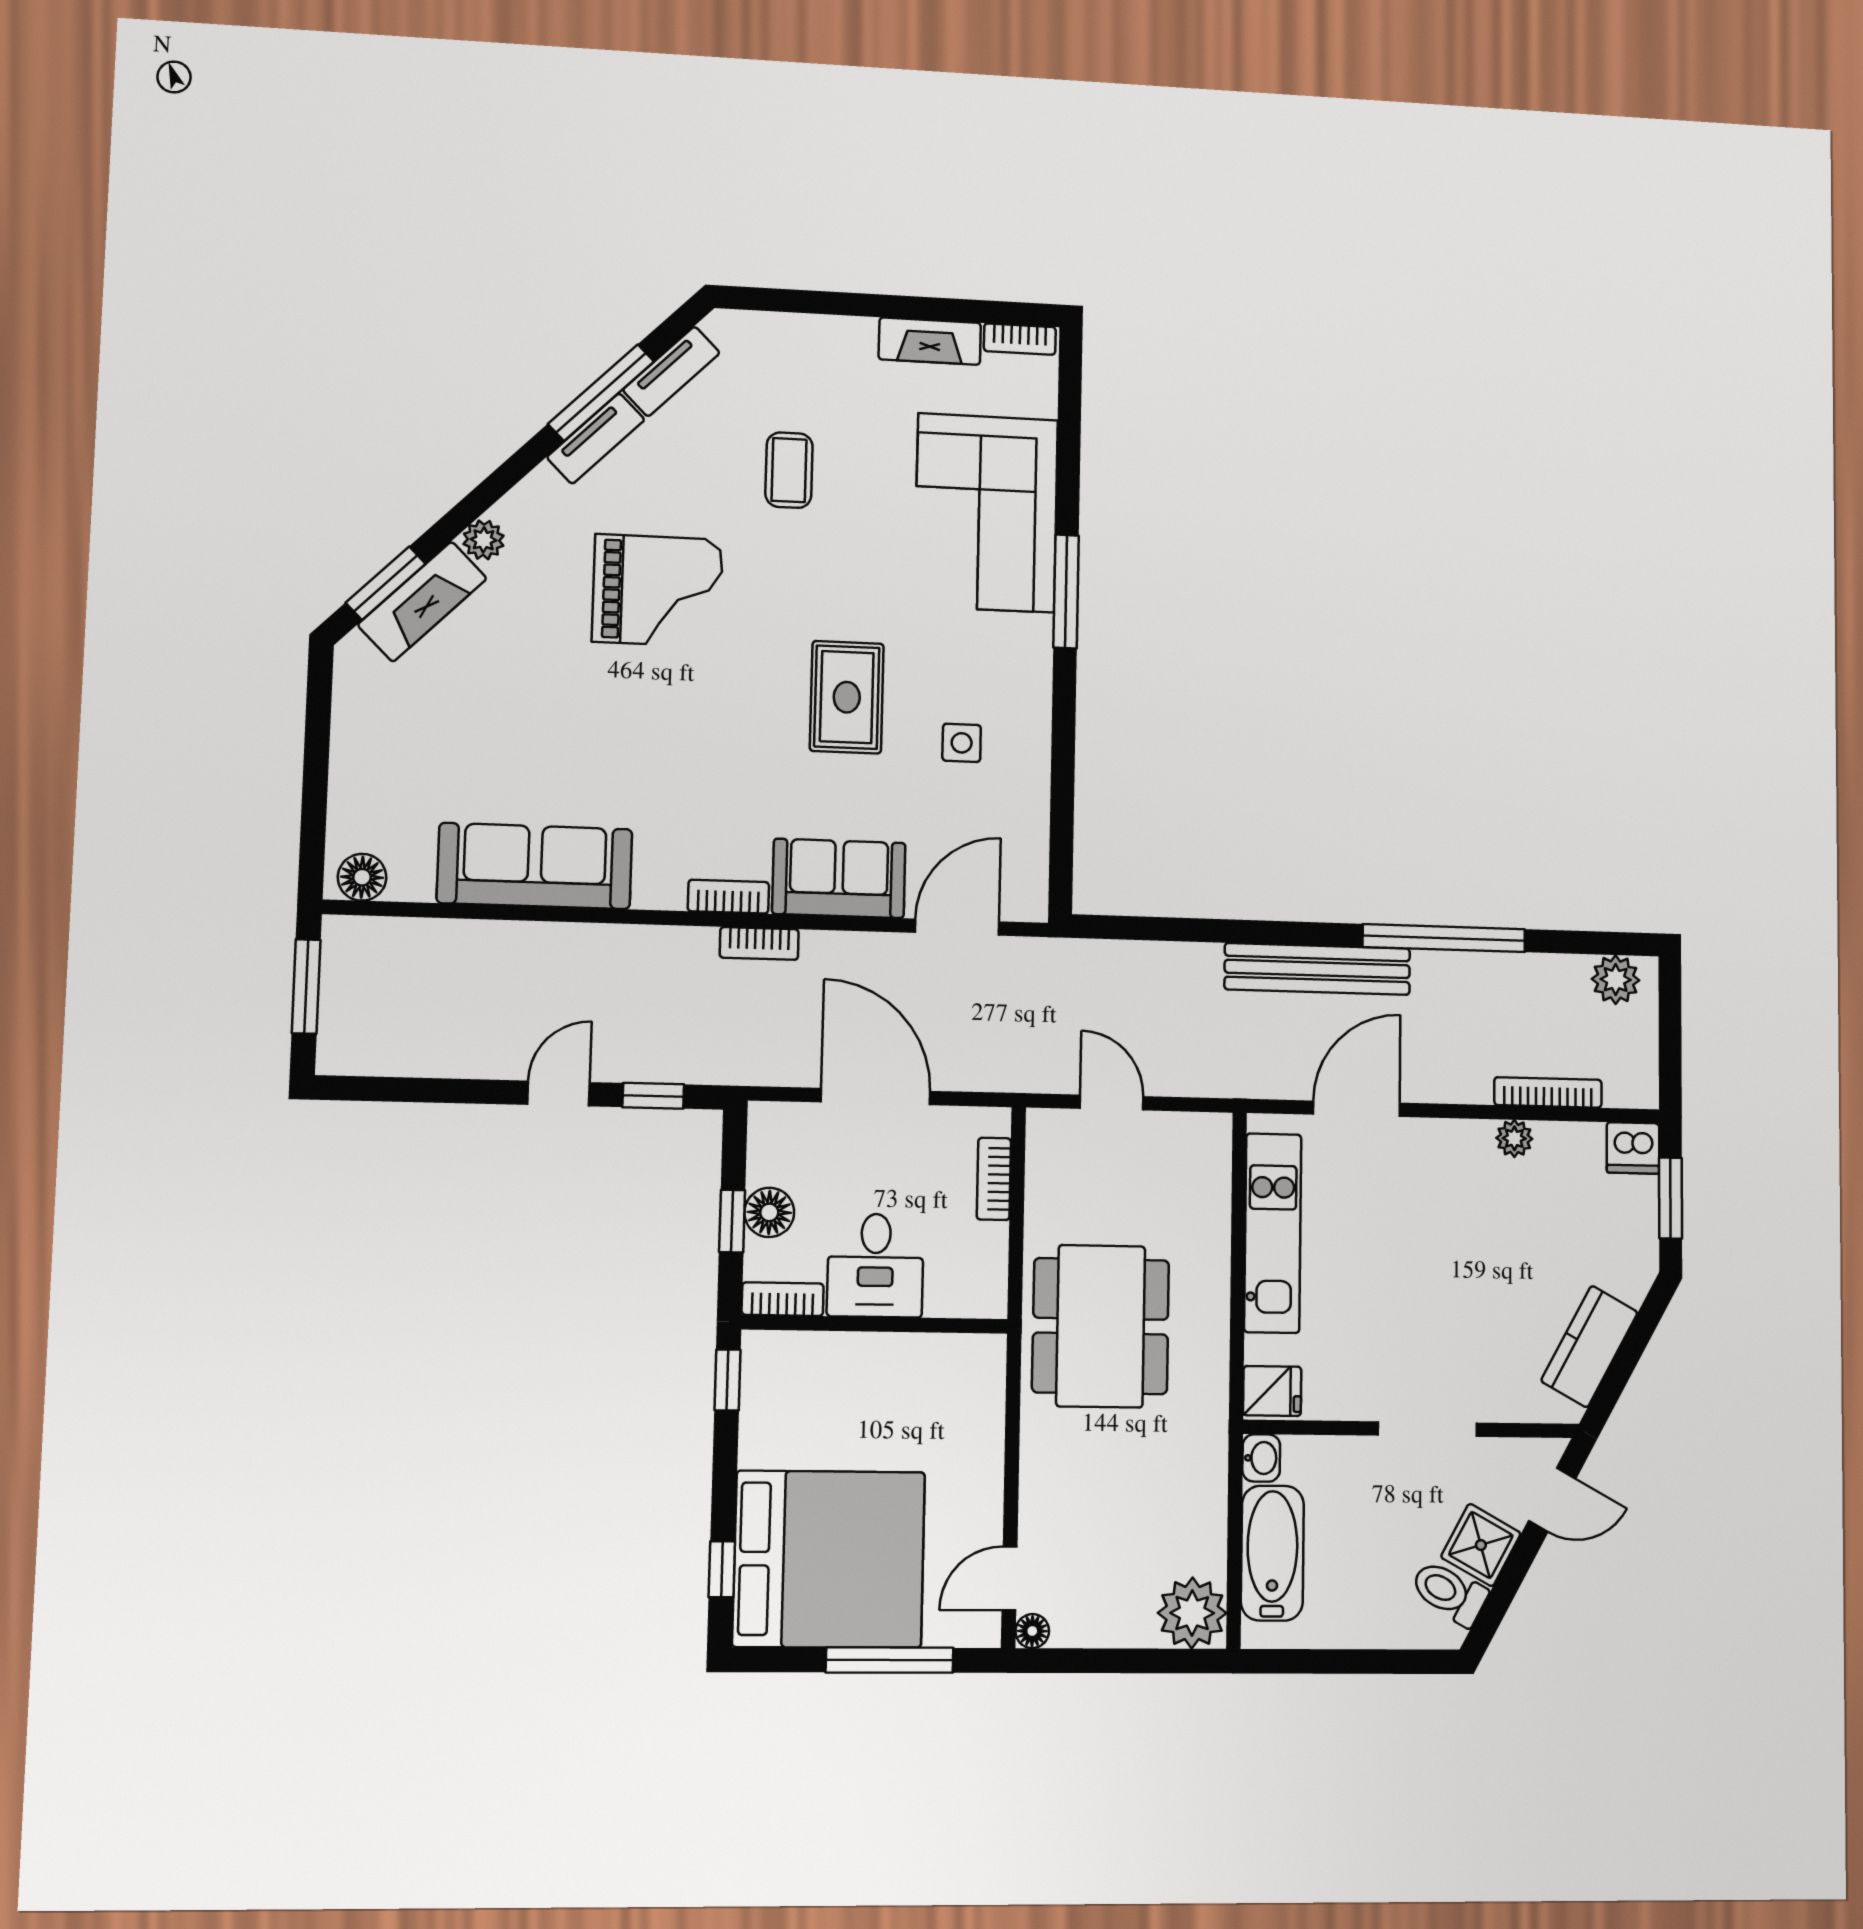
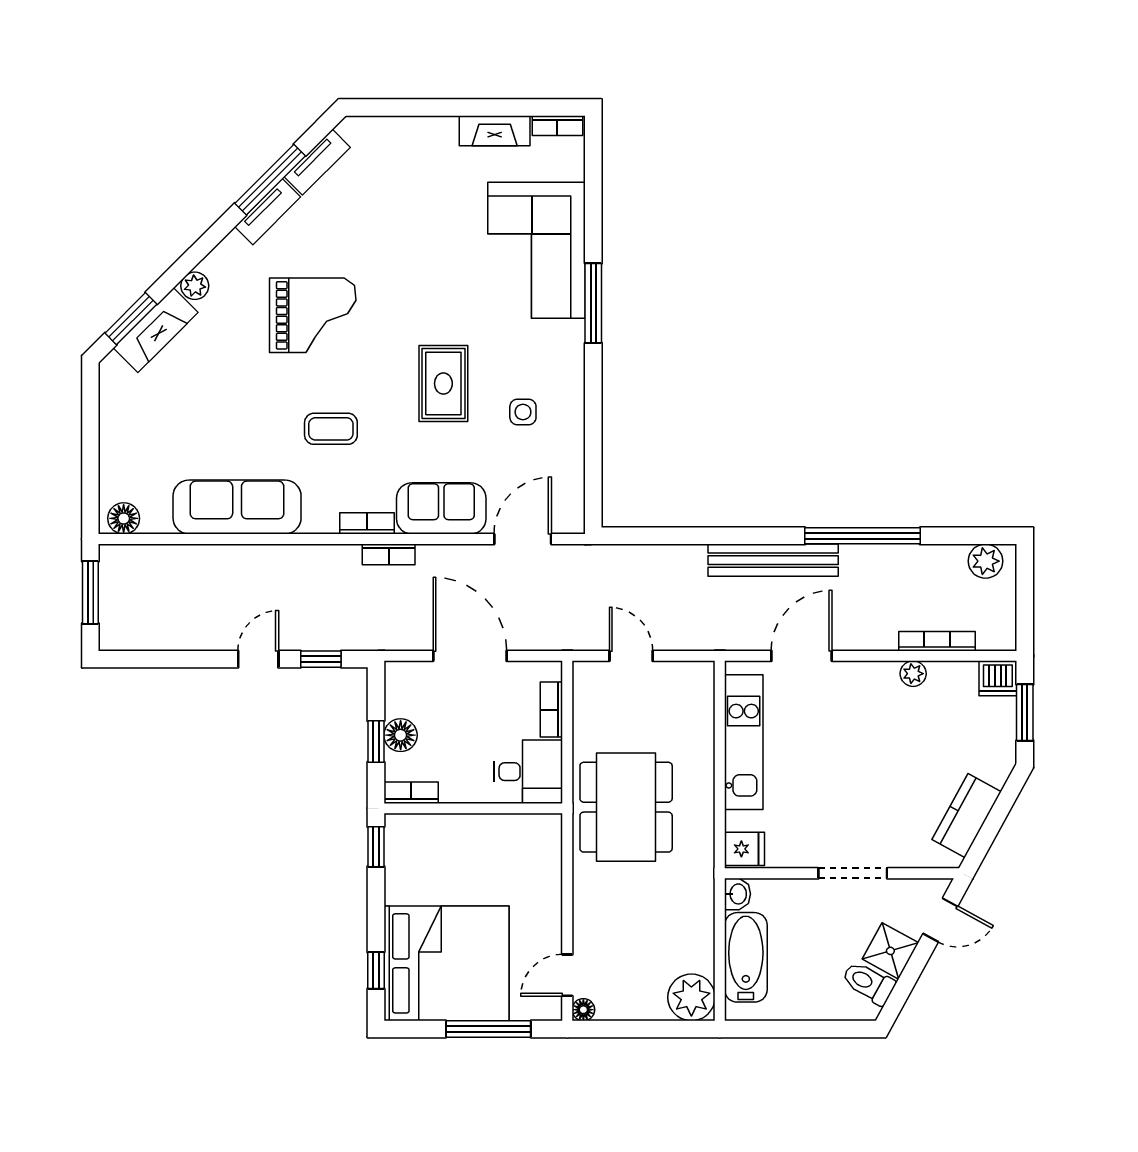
coffee table: (789, 470) -> (331, 429), moved, turned 90
desk: (875, 1265) -> (528, 772), moved, turned -90

